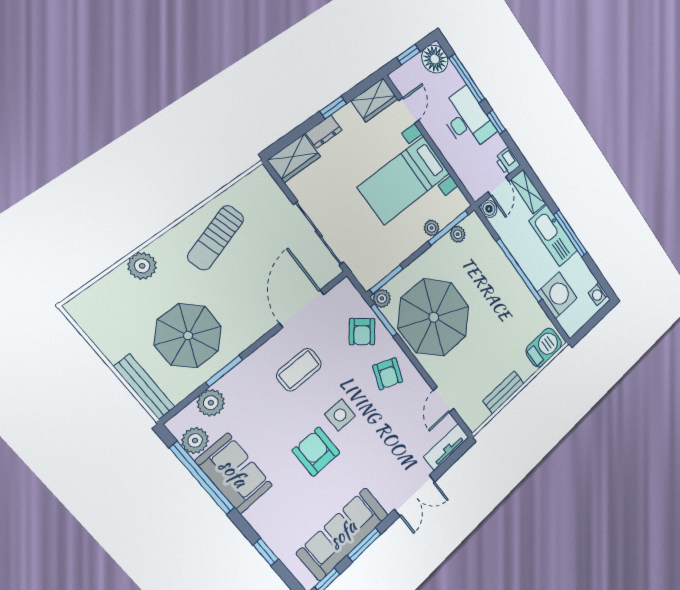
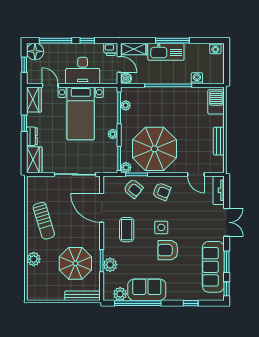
desk: (467, 120) -> (83, 71), moved, turned 180
plant: (432, 228) -> (113, 134), moved
washing machine: (557, 295) -> (197, 78), width x0.53, depth x0.53
plant: (211, 403) -> (110, 265), moved

